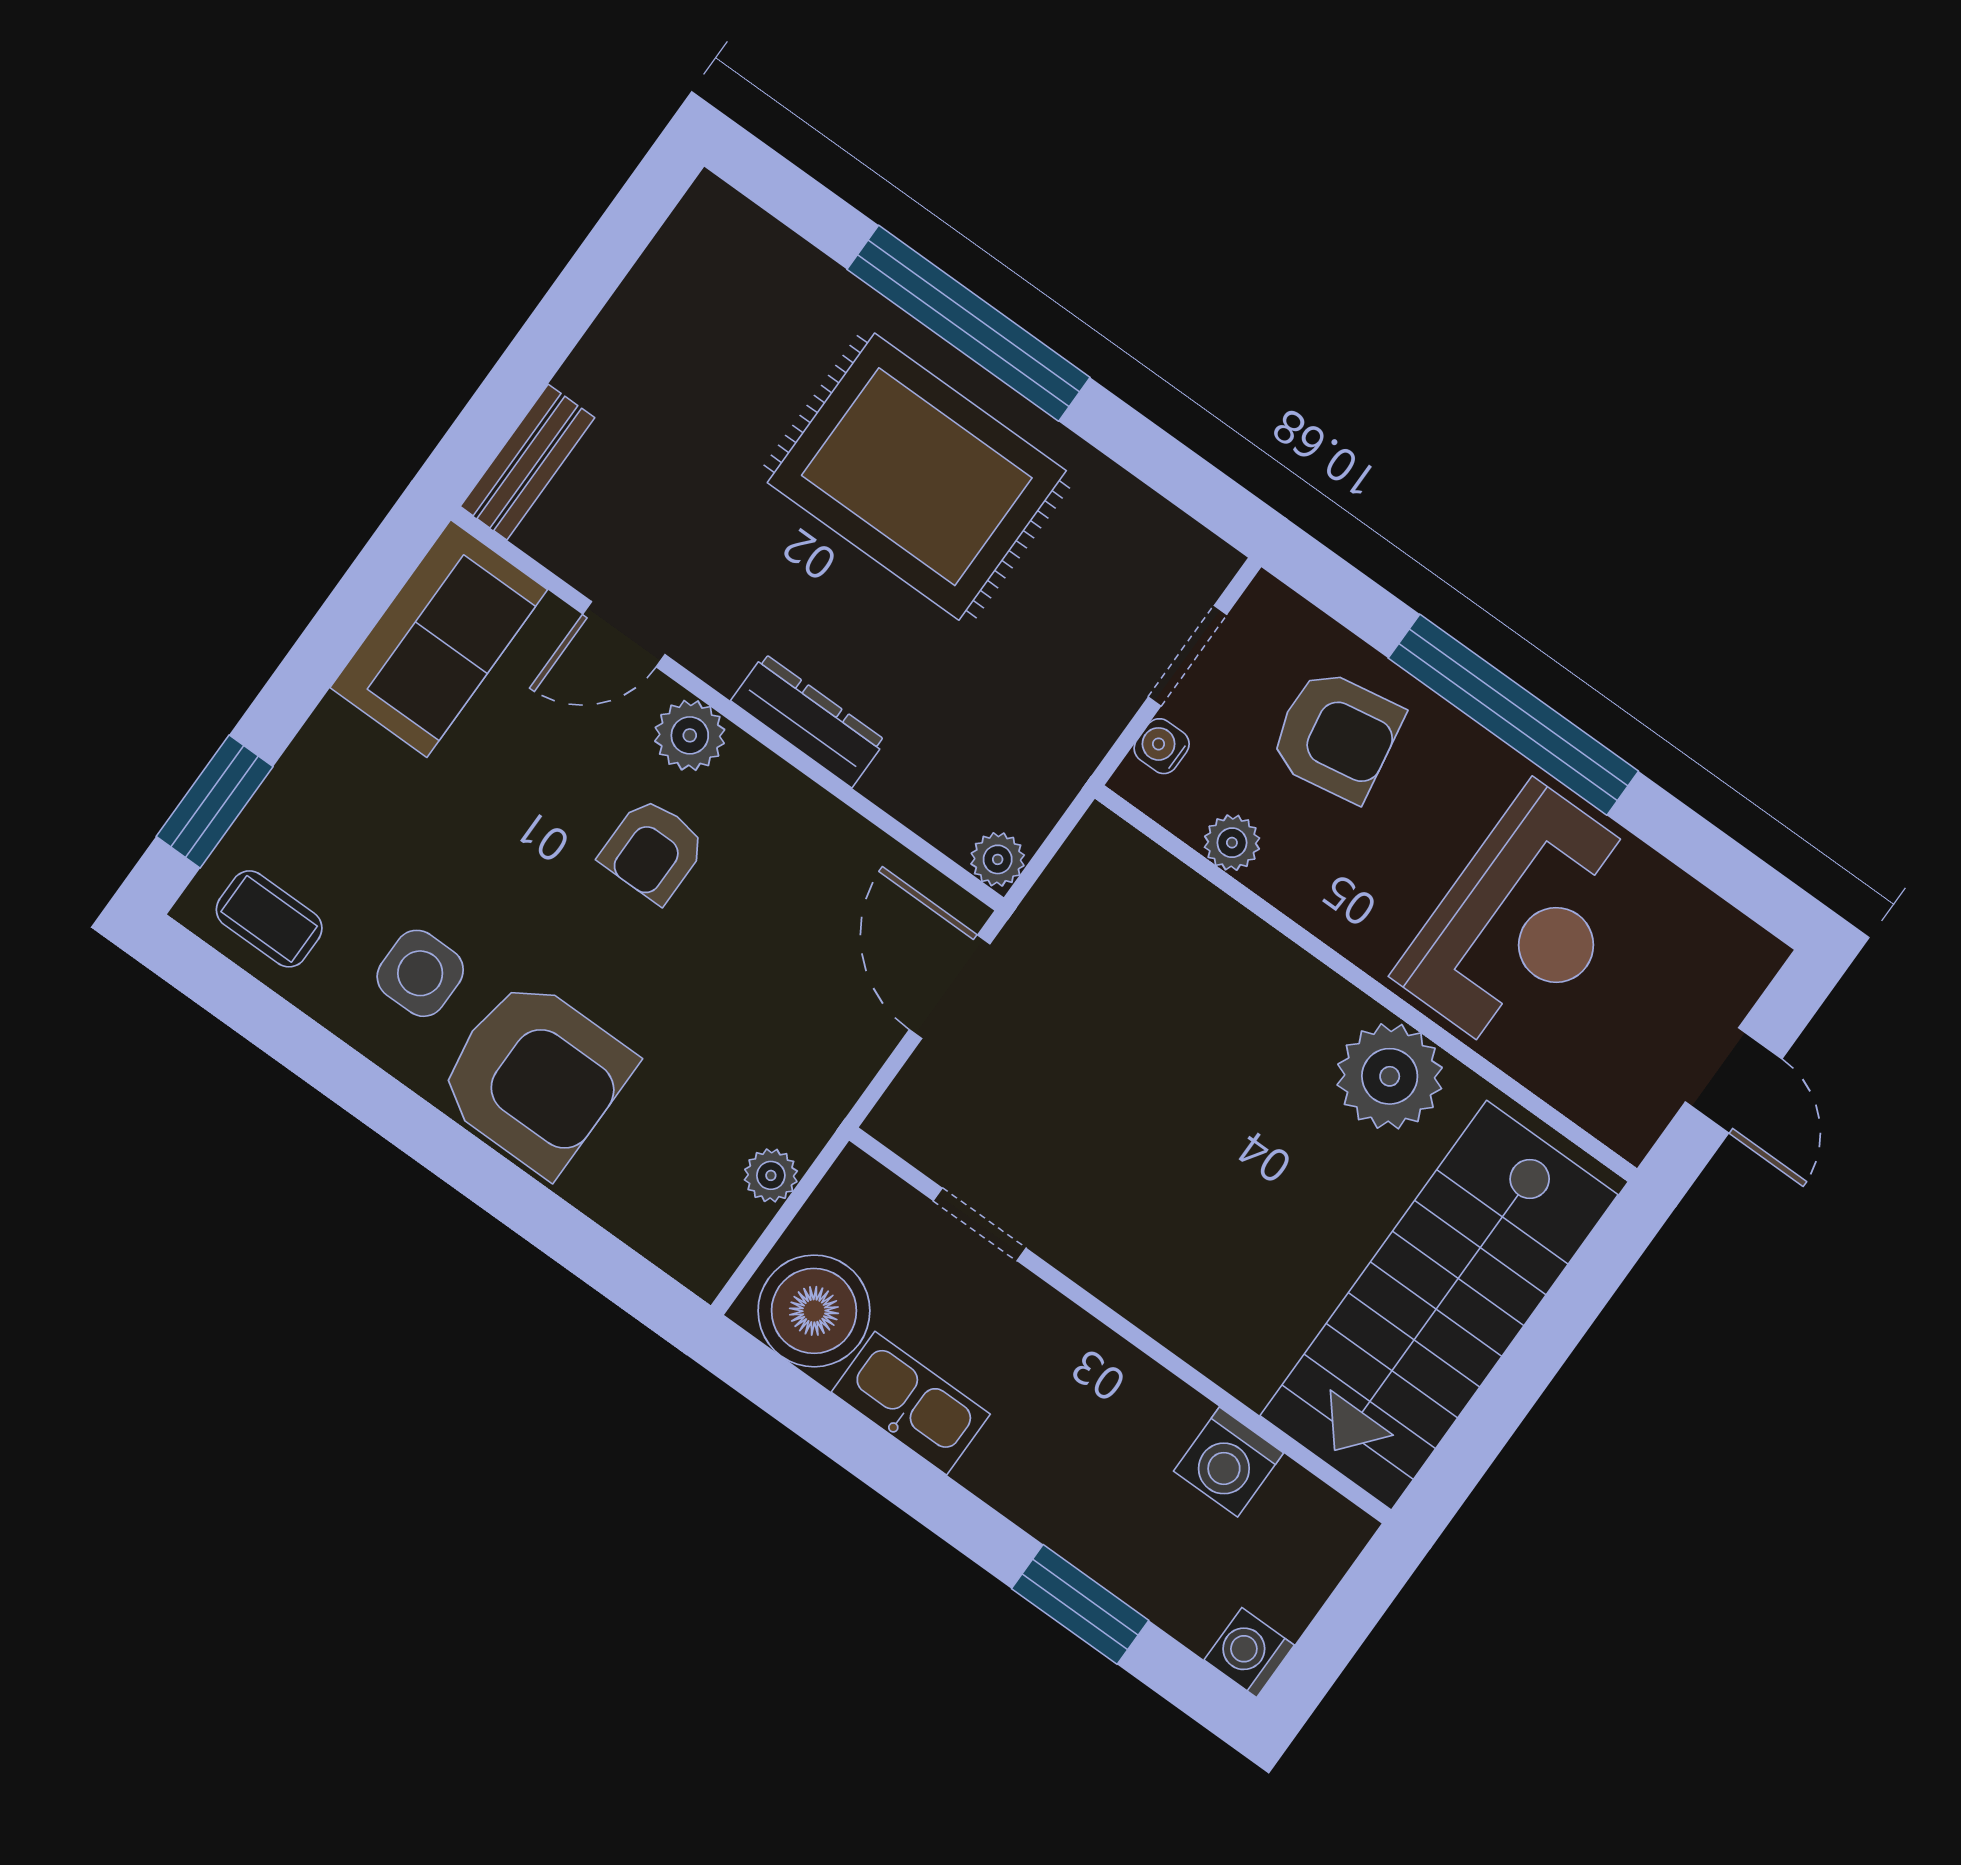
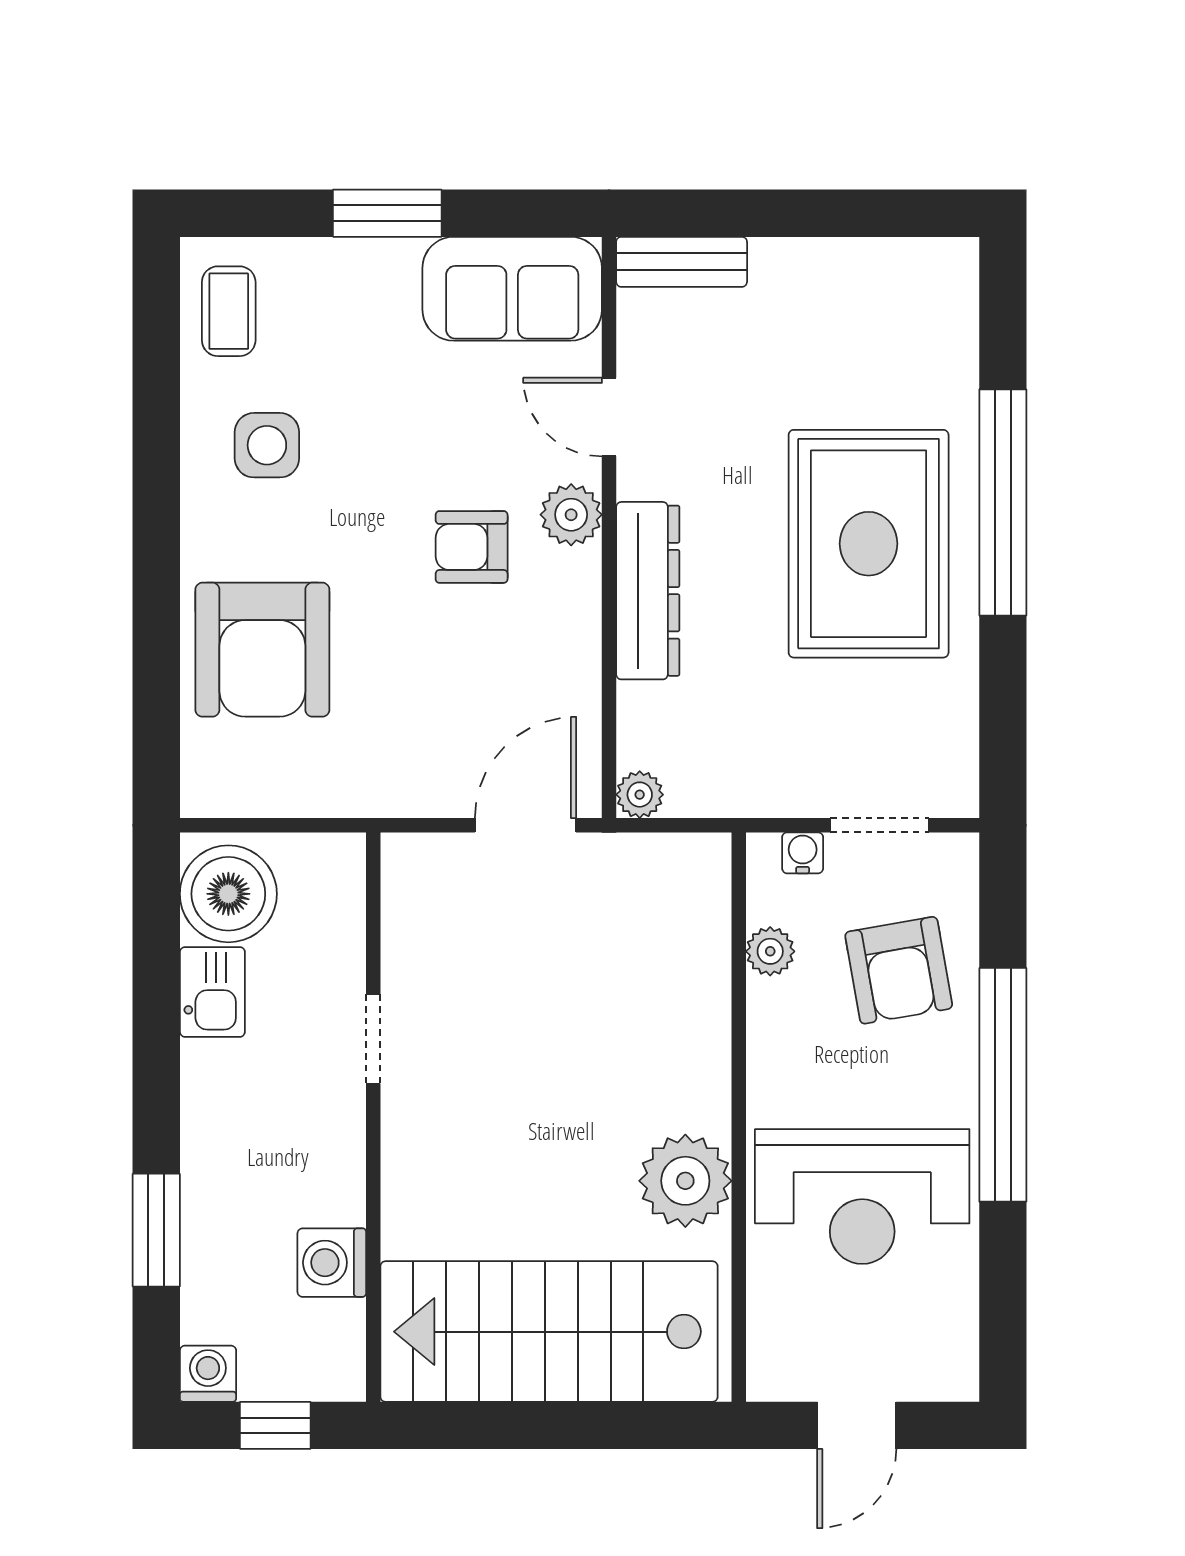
dresser: (808, 721) -> (648, 591), width x1.37, depth x1.24
window: (215, 801) -> (387, 213), moved
armchair: (535, 1076) -> (262, 650), moved
plant: (771, 1175) -> (302, 795), removed
doorway: (980, 1224) -> (373, 1039), moved
kitchen sink: (911, 1403) -> (212, 992), width x0.73
window: (1343, 1624) -> (275, 1425), added

